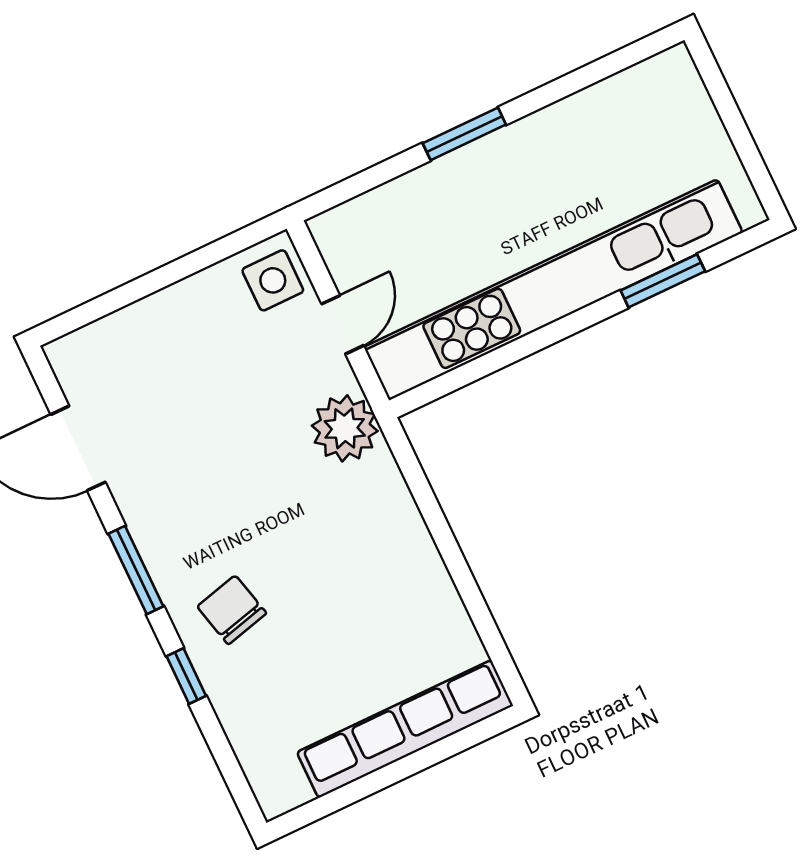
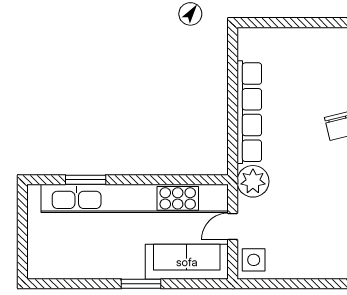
sofa: (398, 217) -> (187, 262), added
row of seats: (405, 729) -> (249, 112), moved, turned -90

